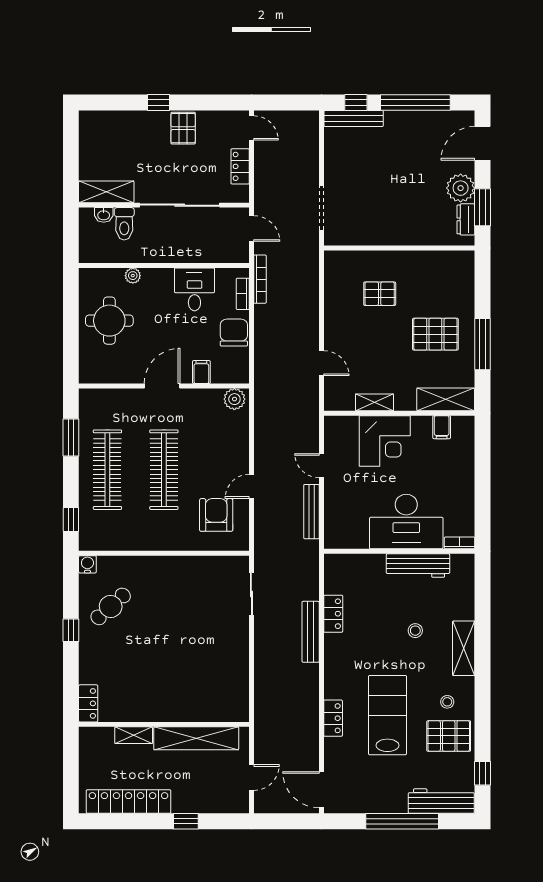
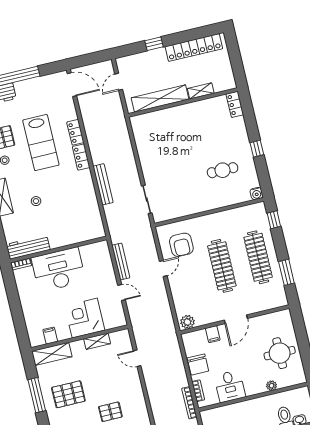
workbench: (418, 566) -> (28, 247), moved
cafe table: (111, 606) -> (223, 170), moved, turned 42
locker: (333, 614) -> (81, 157), moved

